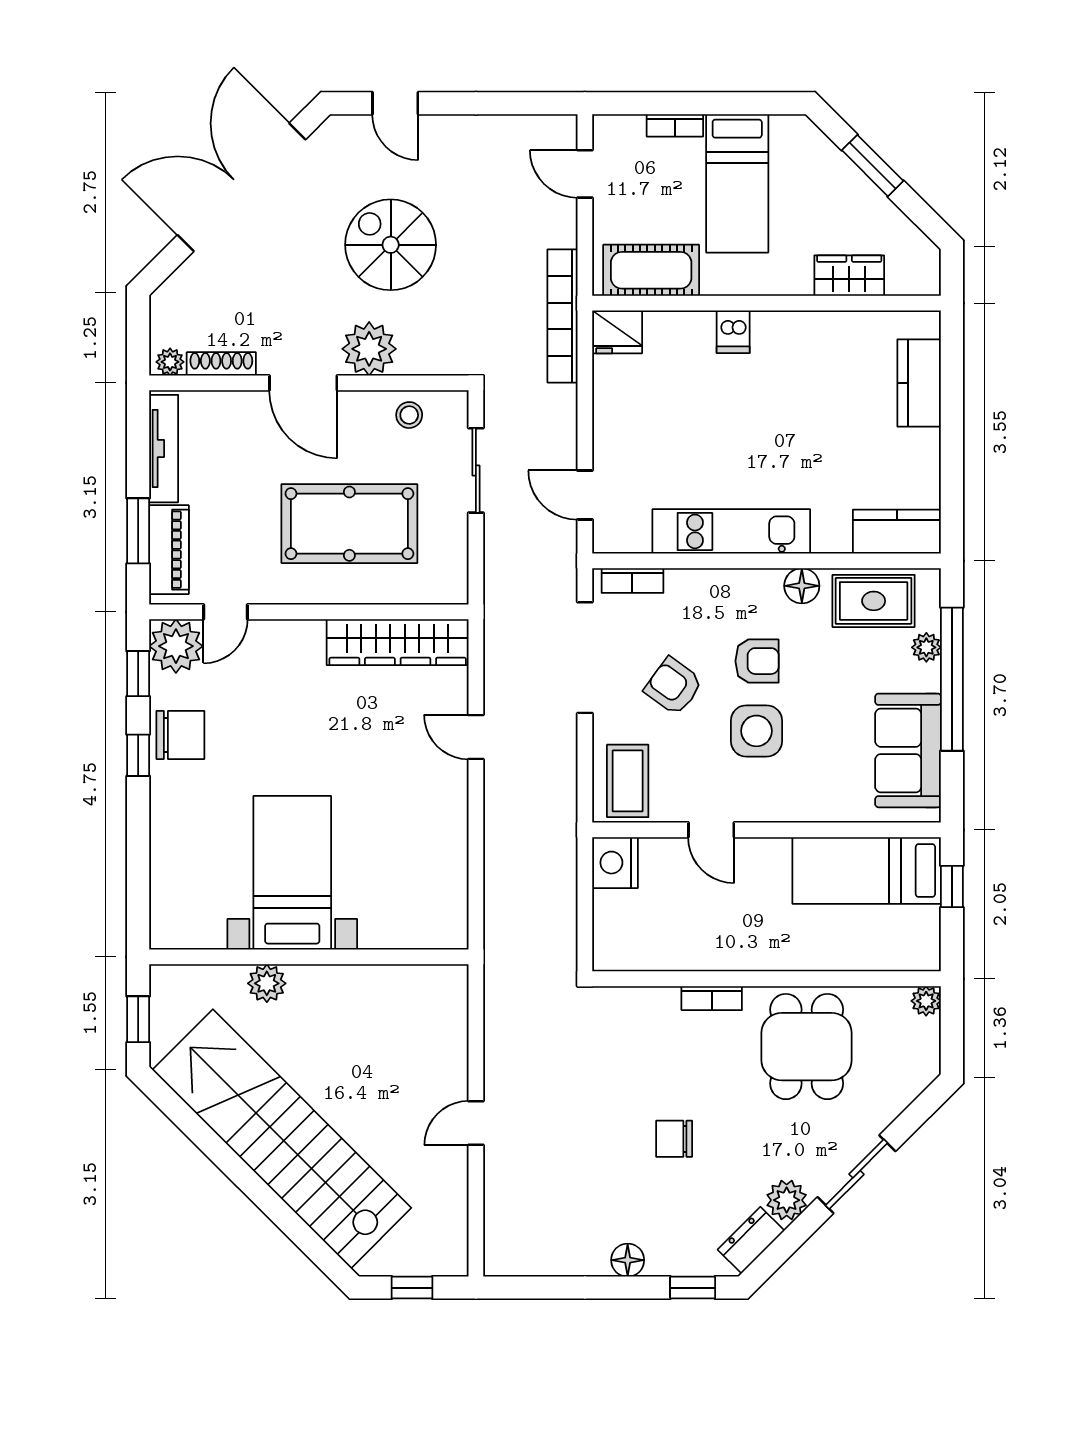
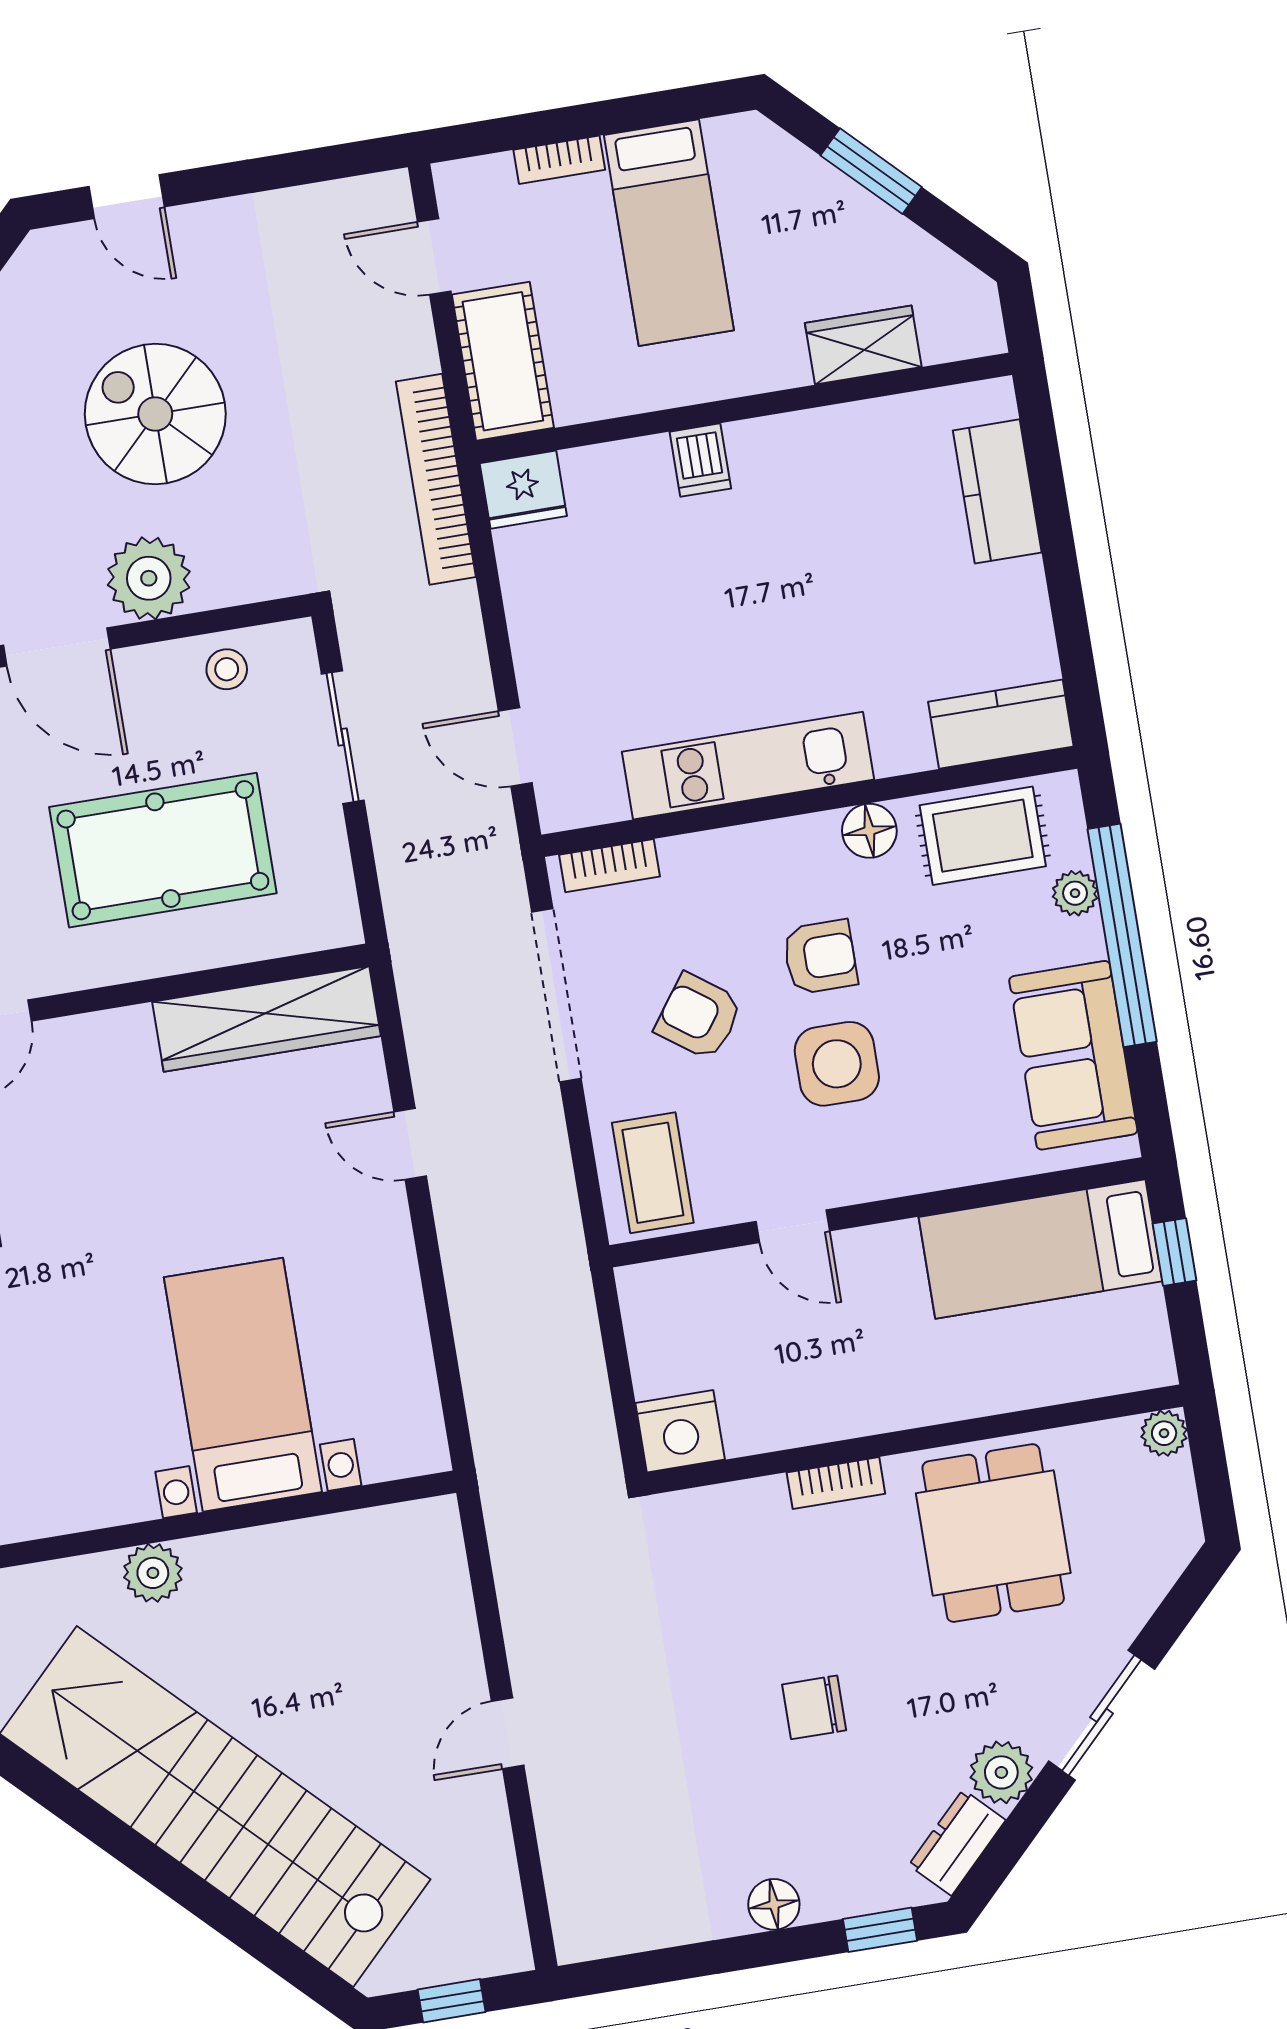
cot: (651, 270) -> (503, 361), moved, turned 90
nightstand: (615, 863) -> (680, 1431), moved, turned -90
bed with nightstands: (292, 873) -> (243, 1385), moved

